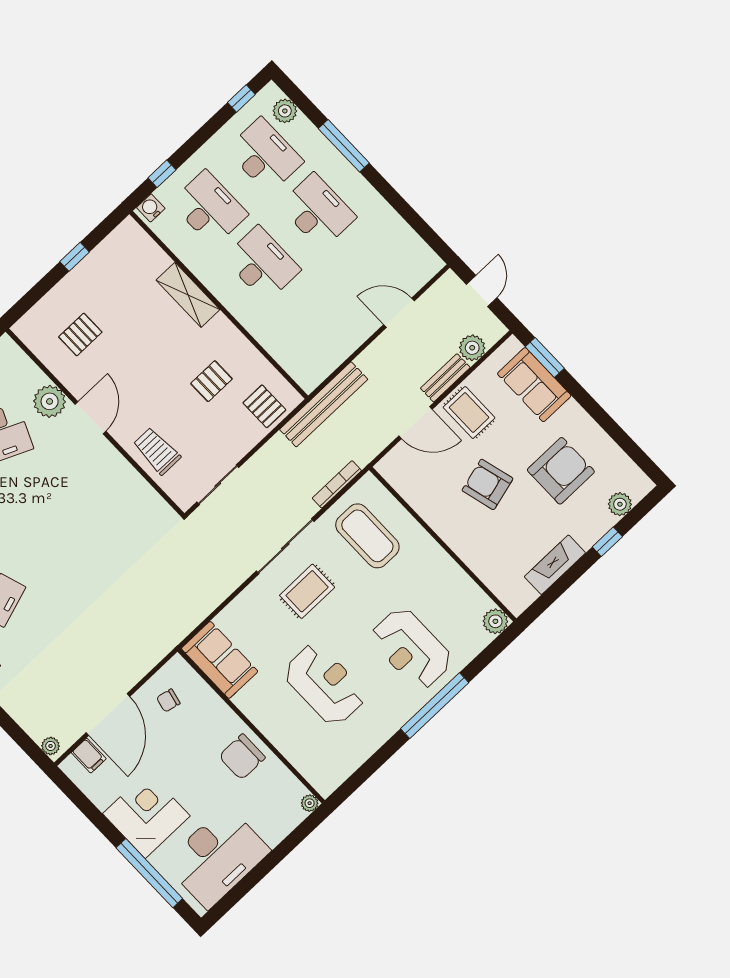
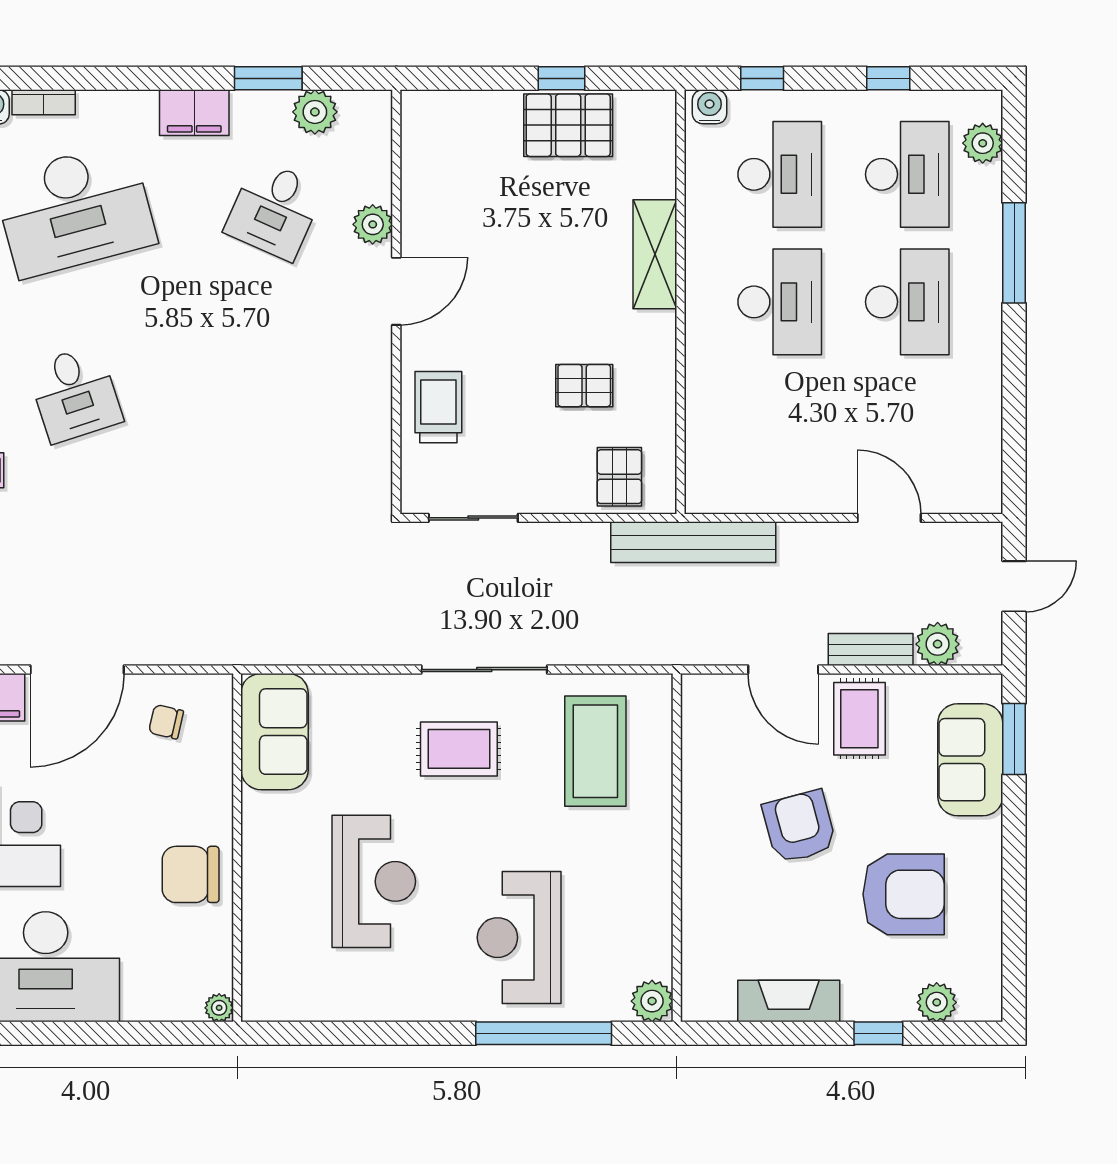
window: (241, 98) -> (888, 78), moved
pallet: (80, 334) -> (568, 125), moved, width x1.50, depth x1.42
plant: (50, 401) -> (373, 224), width x0.73, depth x0.73
bookcase: (337, 484) -> (617, 654), removed
window: (435, 706) -> (544, 1033), moved

